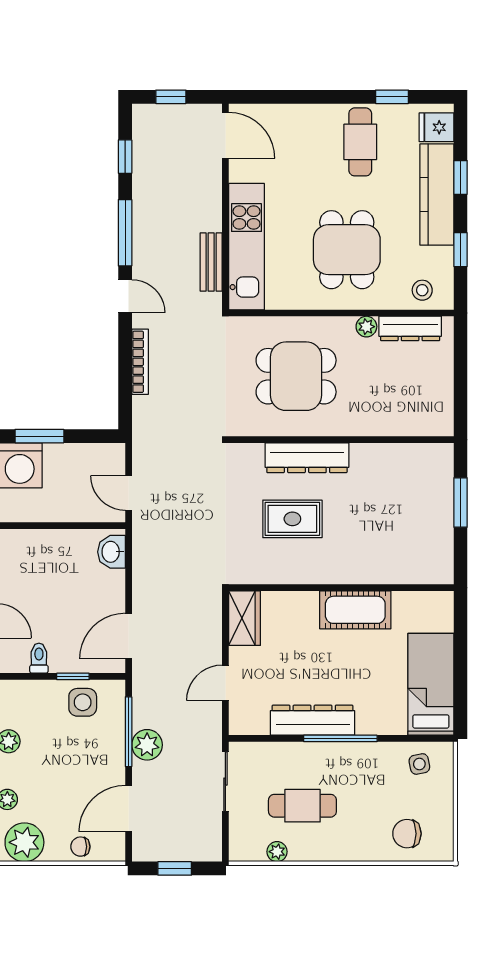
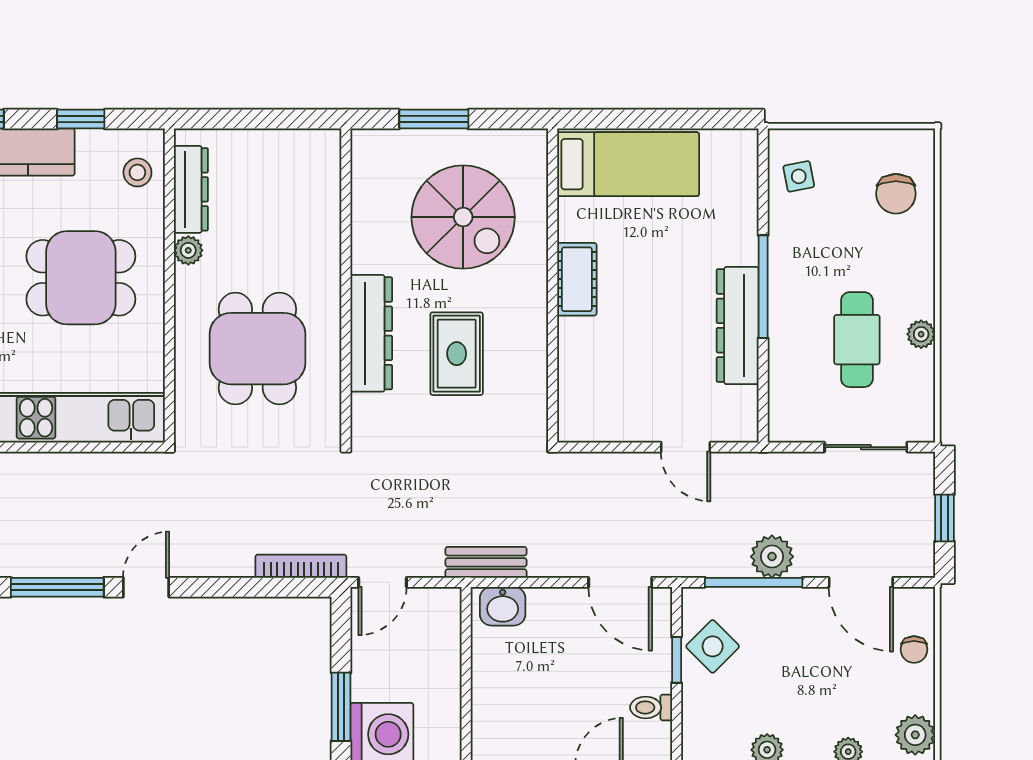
bench: (211, 262) -> (486, 562), moved
bookcase: (140, 362) -> (301, 566), moved
door: (129, 493) -> (383, 582), moved
spiral stairs: (390, 524) -> (463, 217), added
cot: (355, 610) -> (577, 279), width x0.73, depth x0.75
wardrobe: (244, 618) -> (595, 421), removed
bed: (431, 684) -> (628, 164), moved, turned 180
side table: (83, 702) -> (713, 646), turned 45
sliding door: (225, 782) -> (866, 447), moved
plant: (24, 842) -> (915, 735), width x0.73, depth x0.73
plant: (277, 852) -> (921, 334), moved

